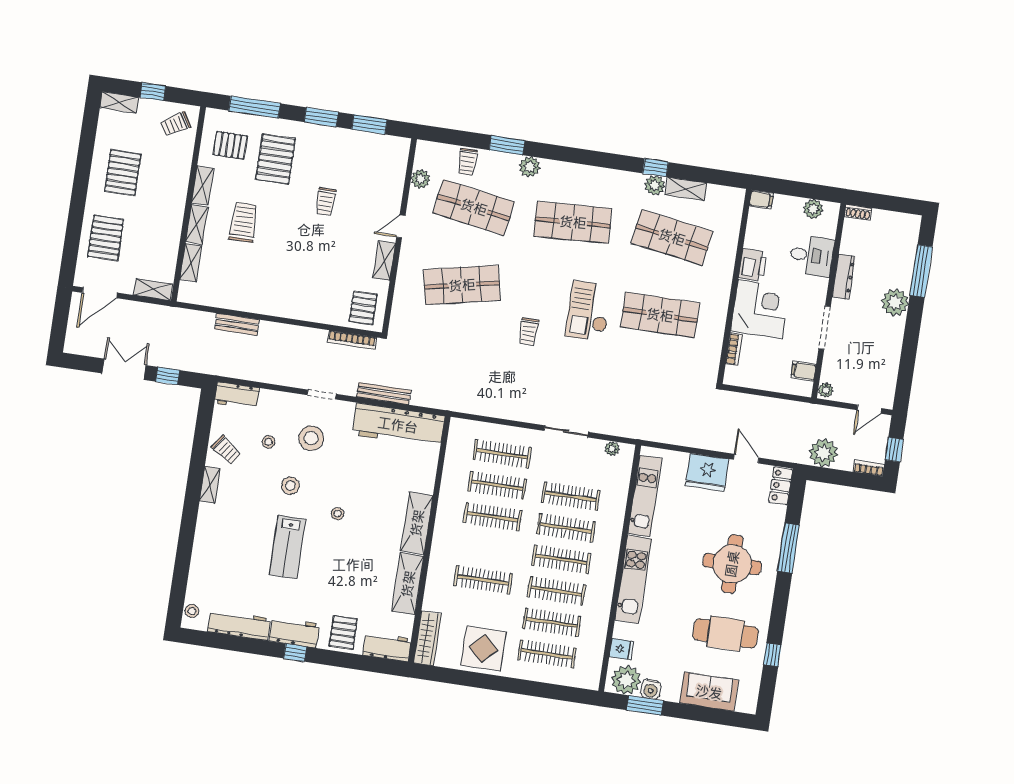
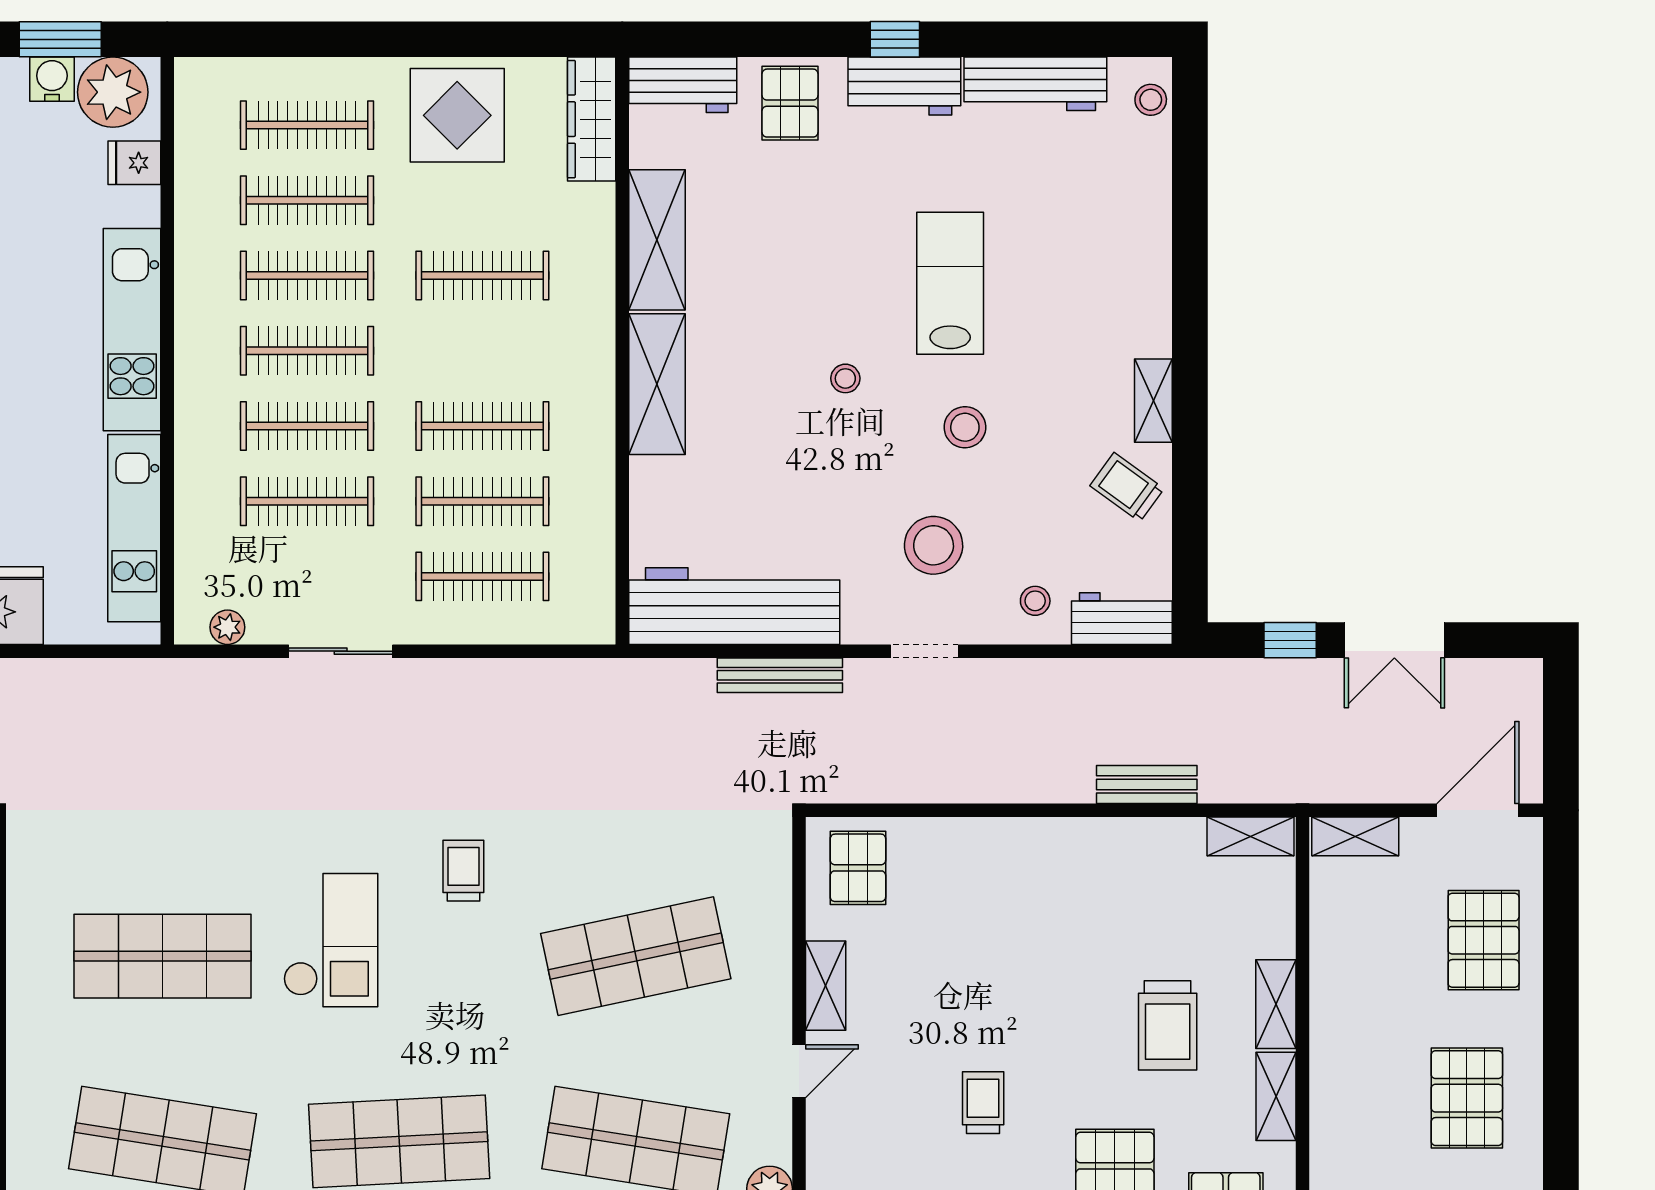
shelving: (191, 263) -> (1250, 836), moved, turned 90
bookcase: (352, 340) -> (873, 789), removed
stool: (269, 442) -> (1035, 601), moved

